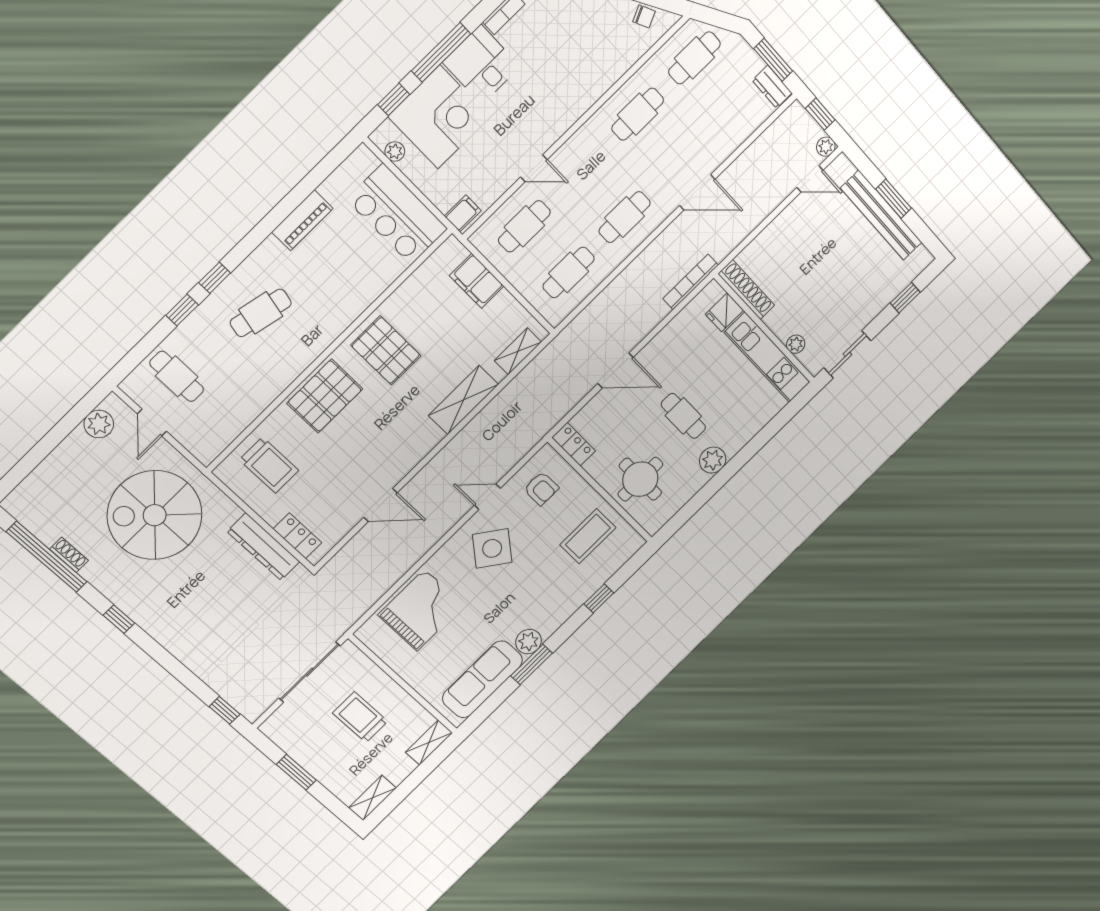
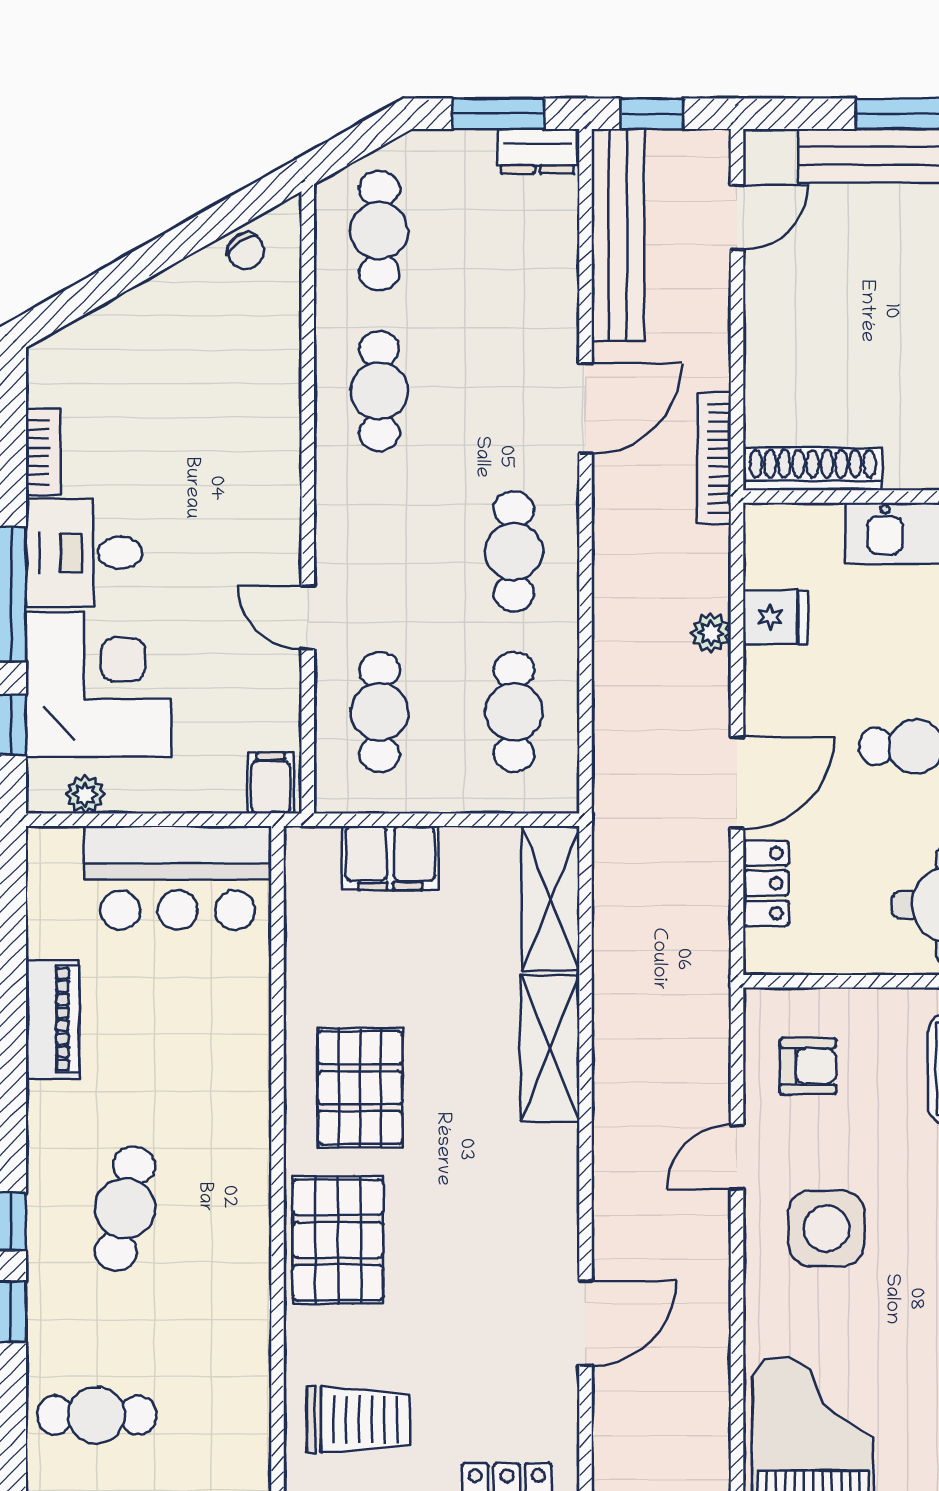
chair: (644, 16) -> (246, 251), turned 83
bench: (768, 144) -> (618, 235), added
plant: (826, 147) -> (711, 633), moved
door: (534, 168) -> (308, 618), swing flipped
bookcase: (691, 282) -> (714, 458), moved
fridge: (724, 312) -> (775, 617), moved, turned -90
pallet: (386, 351) -> (360, 1088), turned 90
shelving: (518, 351) -> (551, 899), width x1.50, depth x1.33
locker: (574, 444) -> (766, 883), moved, turned 90
side table: (492, 548) -> (826, 1228), turned -37

